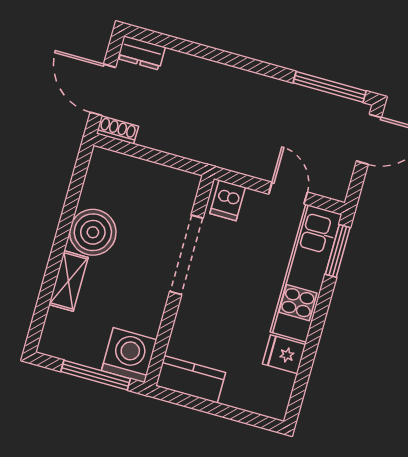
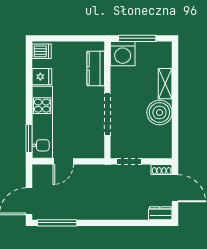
doorway: (171, 160) -> (129, 161), added
door: (288, 193) -> (63, 161), hinge flipped
dishwasher: (228, 200) -> (42, 51), moved, turned 90
kitchen counter: (191, 379) -> (96, 68), moved, turned 90

